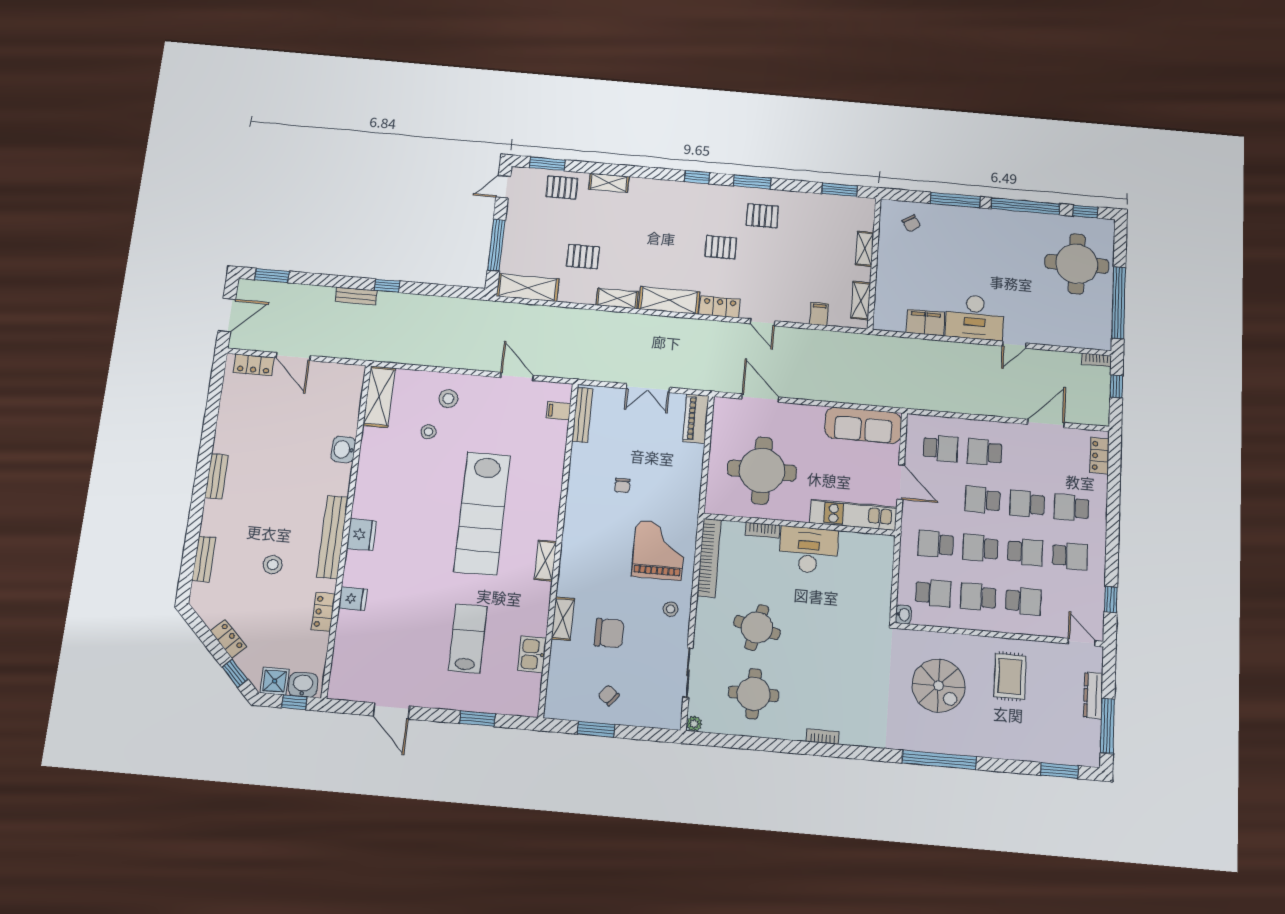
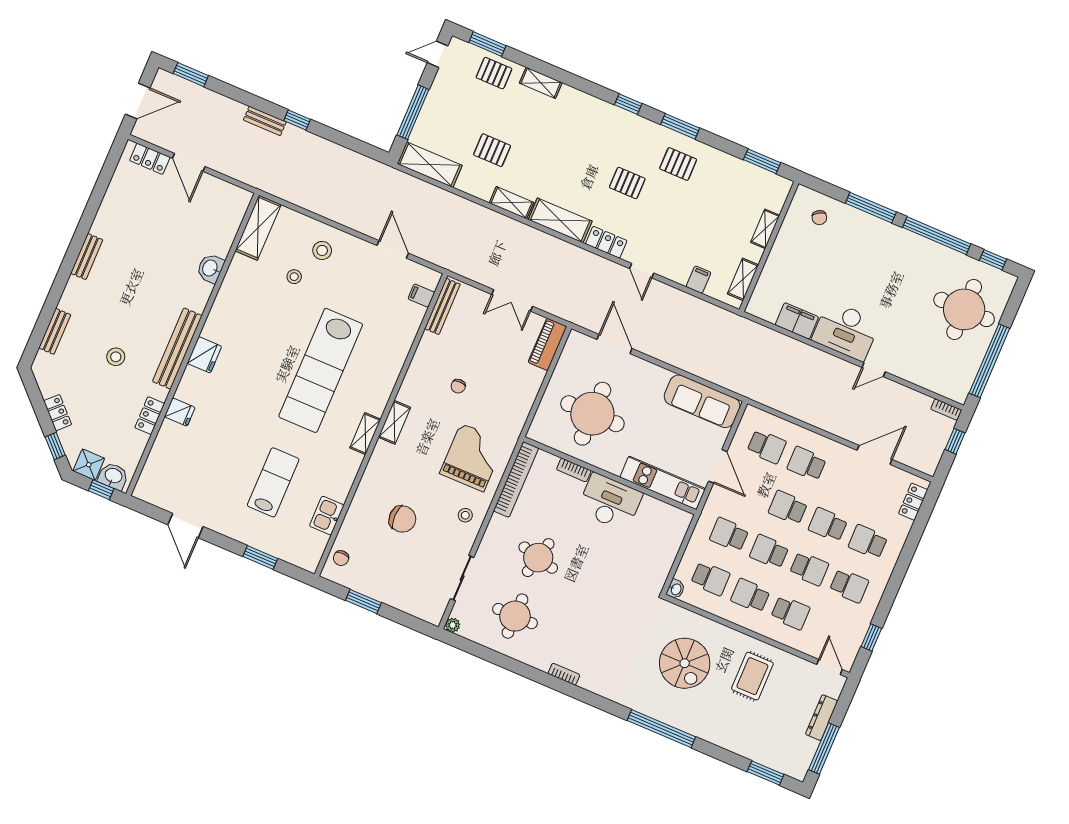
shelving: (563, 619) -> (394, 422), moved
chair: (609, 695) -> (341, 558), moved, turned -129

